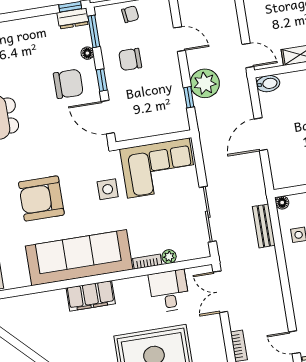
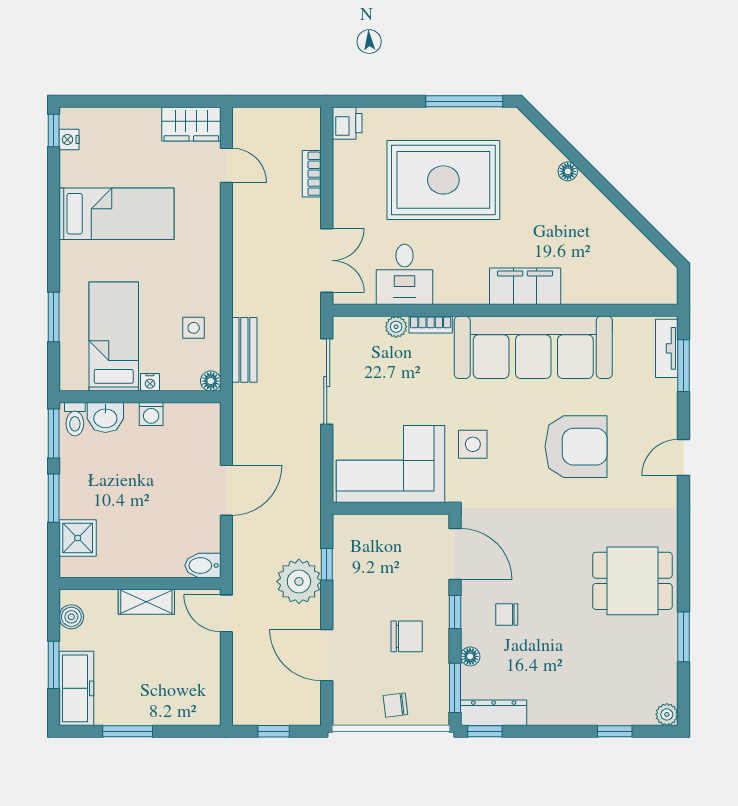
dresser: (73, 18) -> (494, 713), width x1.44
door: (179, 39) -> (327, 655), width x1.38
chair: (68, 84) -> (507, 614), width x0.54, depth x0.54

